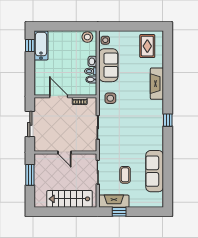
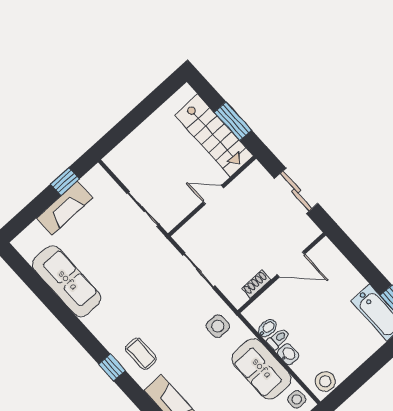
coffee table: (125, 175) -> (141, 354), moved
stairs: (69, 199) -> (214, 135), moved, turned 90
fireplace: (114, 201) -> (65, 208), moved

